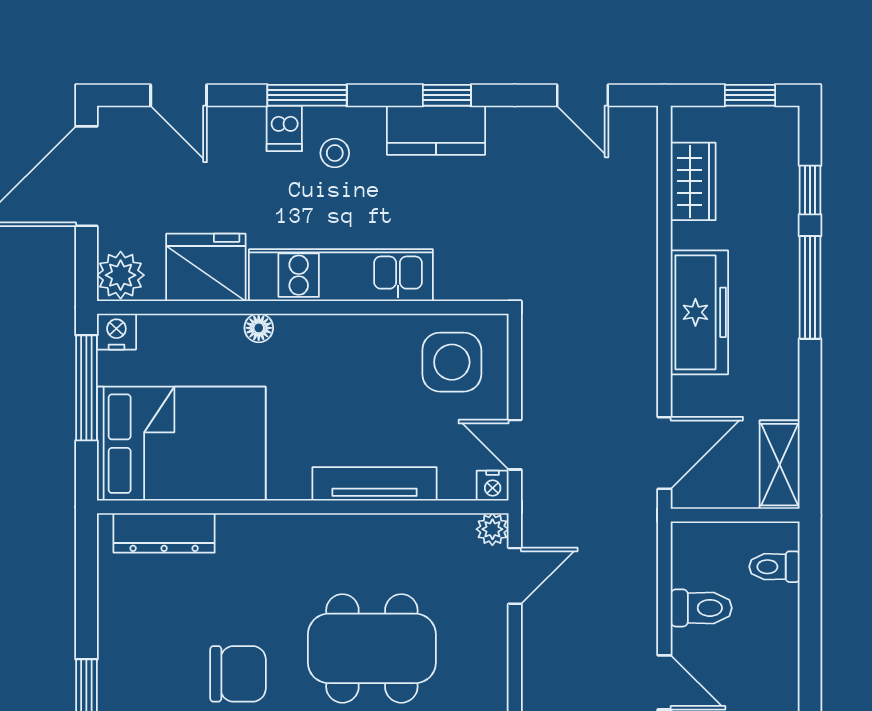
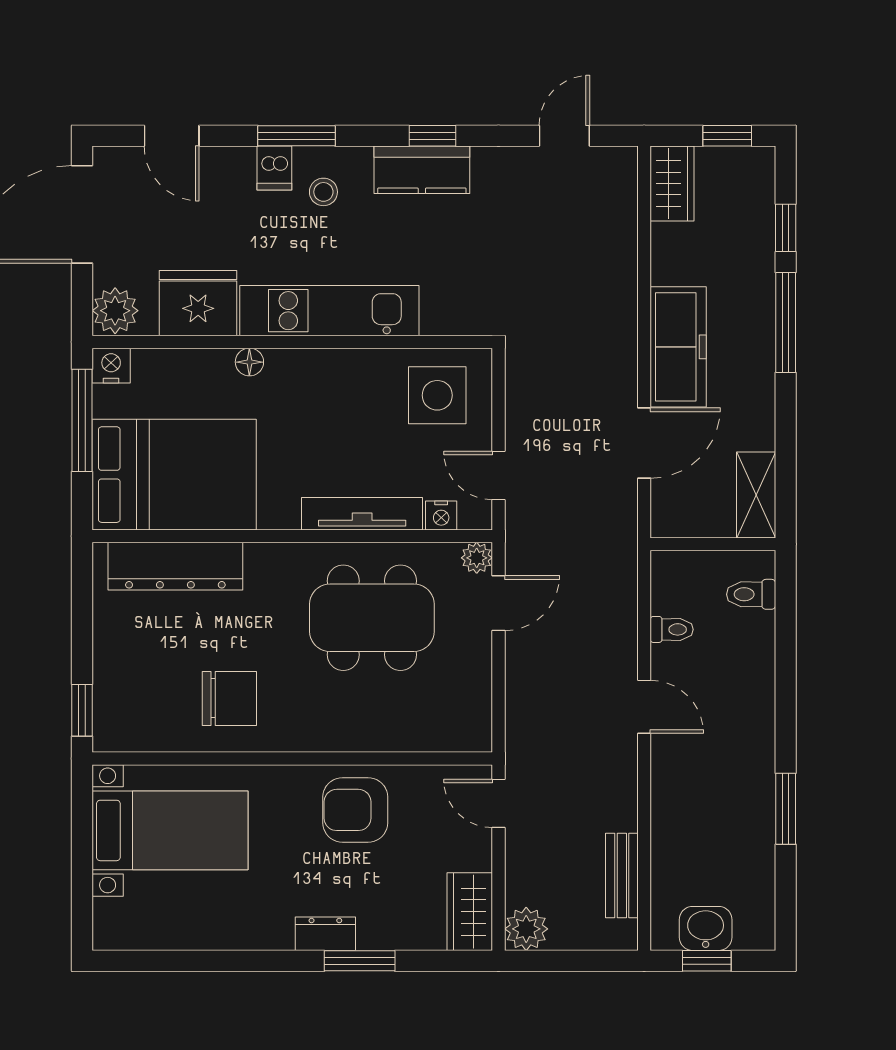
door: (583, 95) -> (564, 136), swing flipped
wardrobe: (693, 181) -> (672, 183), moved
door: (664, 453) -> (644, 443), moved
nightstand: (493, 486) -> (441, 515), moved
dresser: (164, 533) -> (175, 566), width x1.37, depth x1.24
toilet: (701, 608) -> (672, 629), width x0.73, depth x0.72
dining table: (372, 648) -> (372, 618), moved

